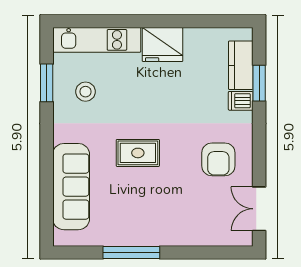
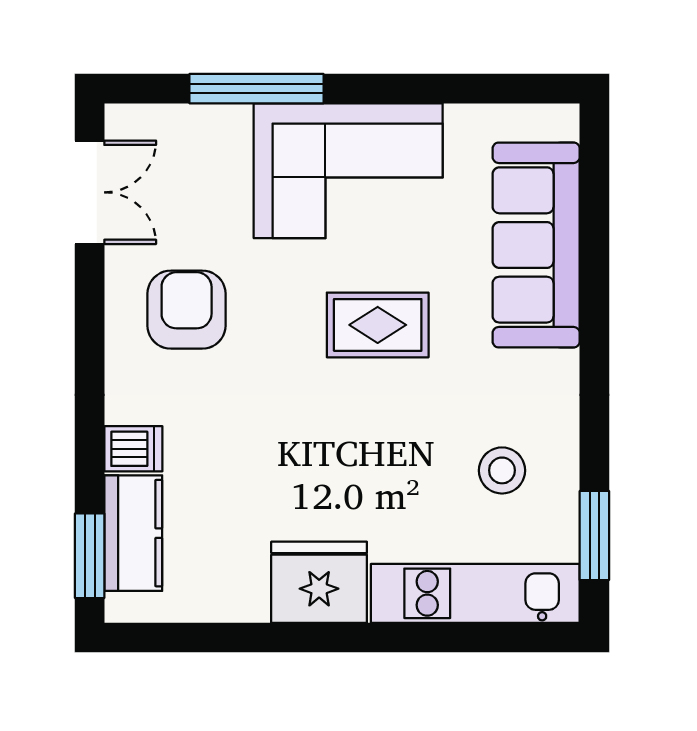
window: (47, 83) -> (594, 536), moved
window: (259, 83) -> (90, 556), moved
corner sofa: (150, 218) -> (348, 171), added
window: (131, 252) -> (256, 89), moved

